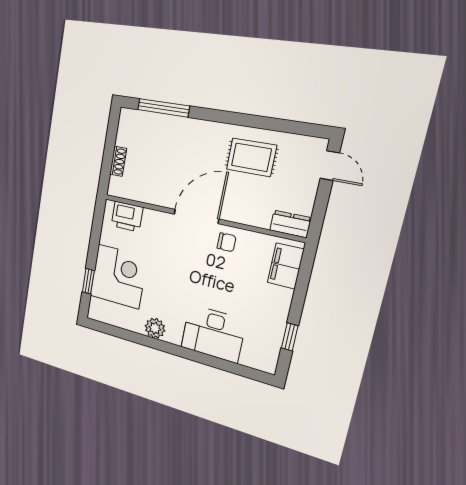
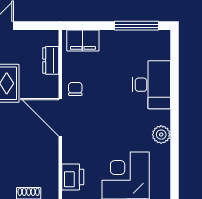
dresser: (290, 224) -> (51, 60), moved
window: (290, 337) -> (136, 26), width x2.17

